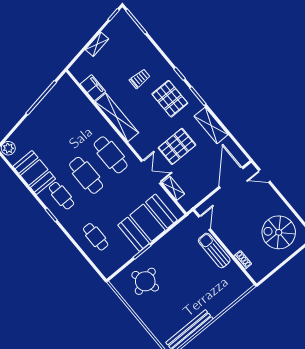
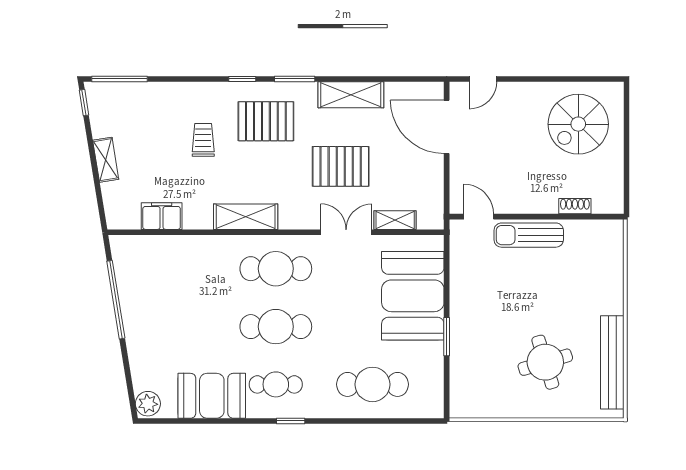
shelving: (117, 117) -> (246, 217), width x0.68
pallet: (177, 146) -> (341, 166), turned 90
cafe table: (96, 237) -> (372, 384), width x1.37, depth x1.35
round table: (145, 281) -> (545, 362), moved

